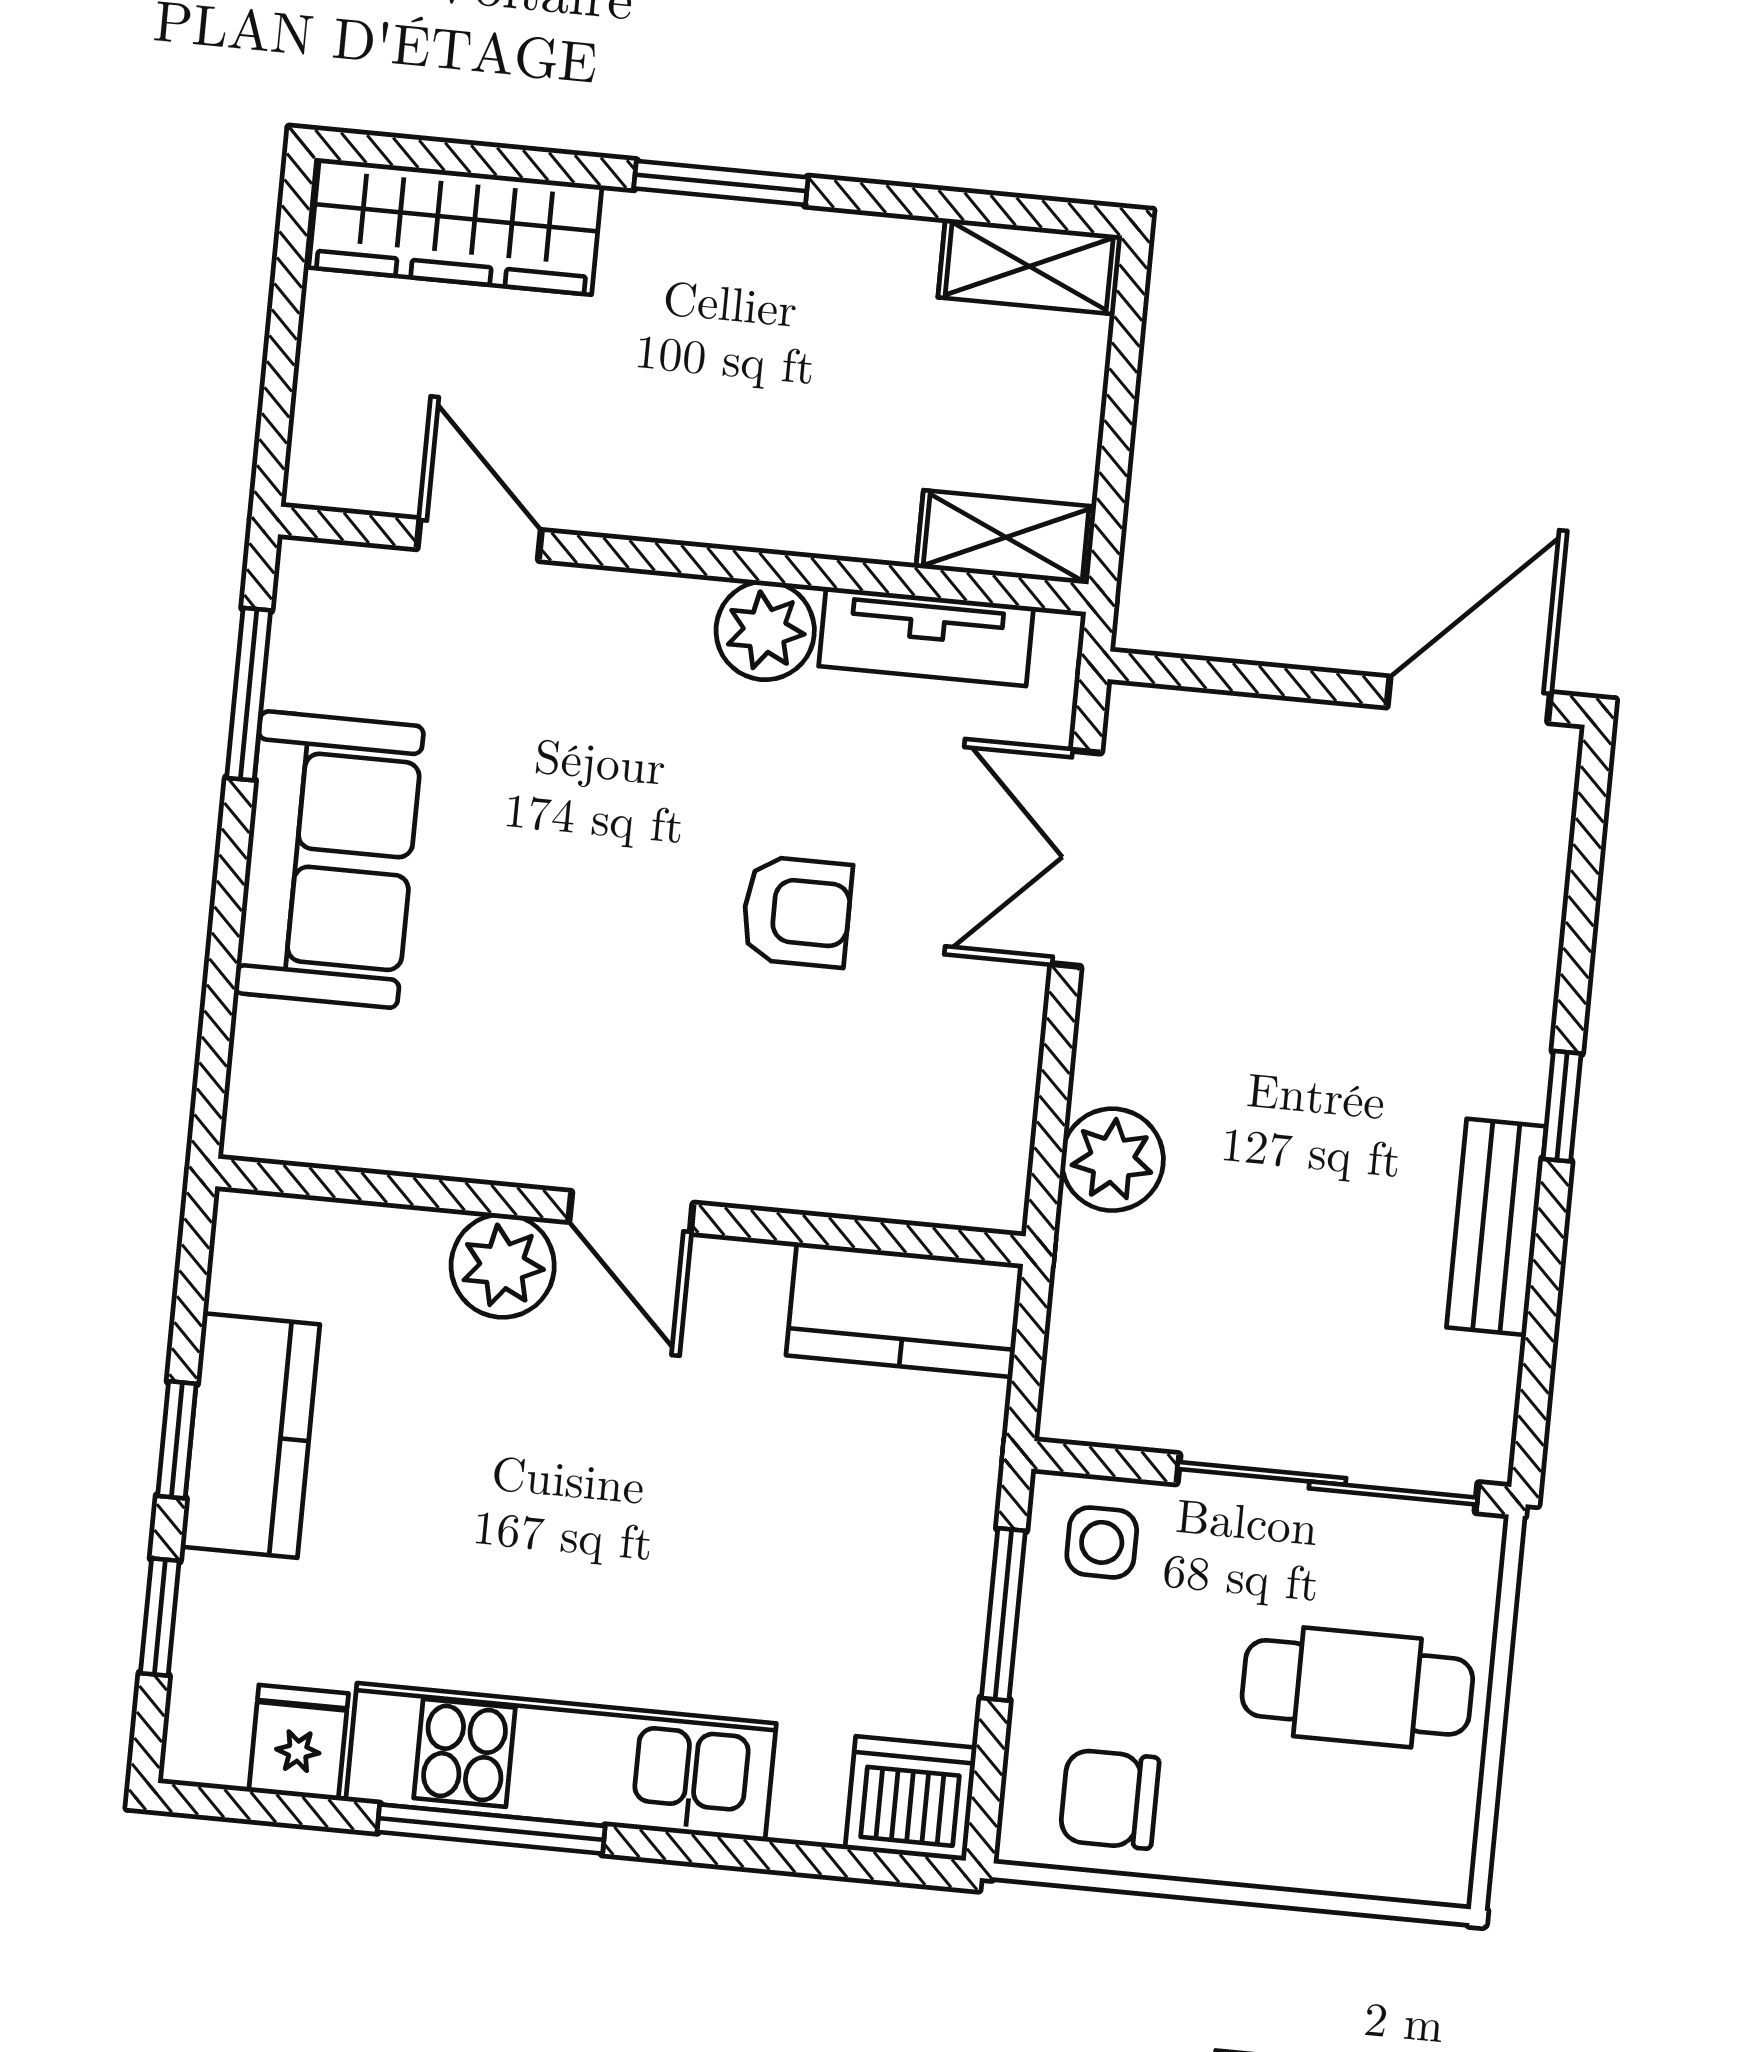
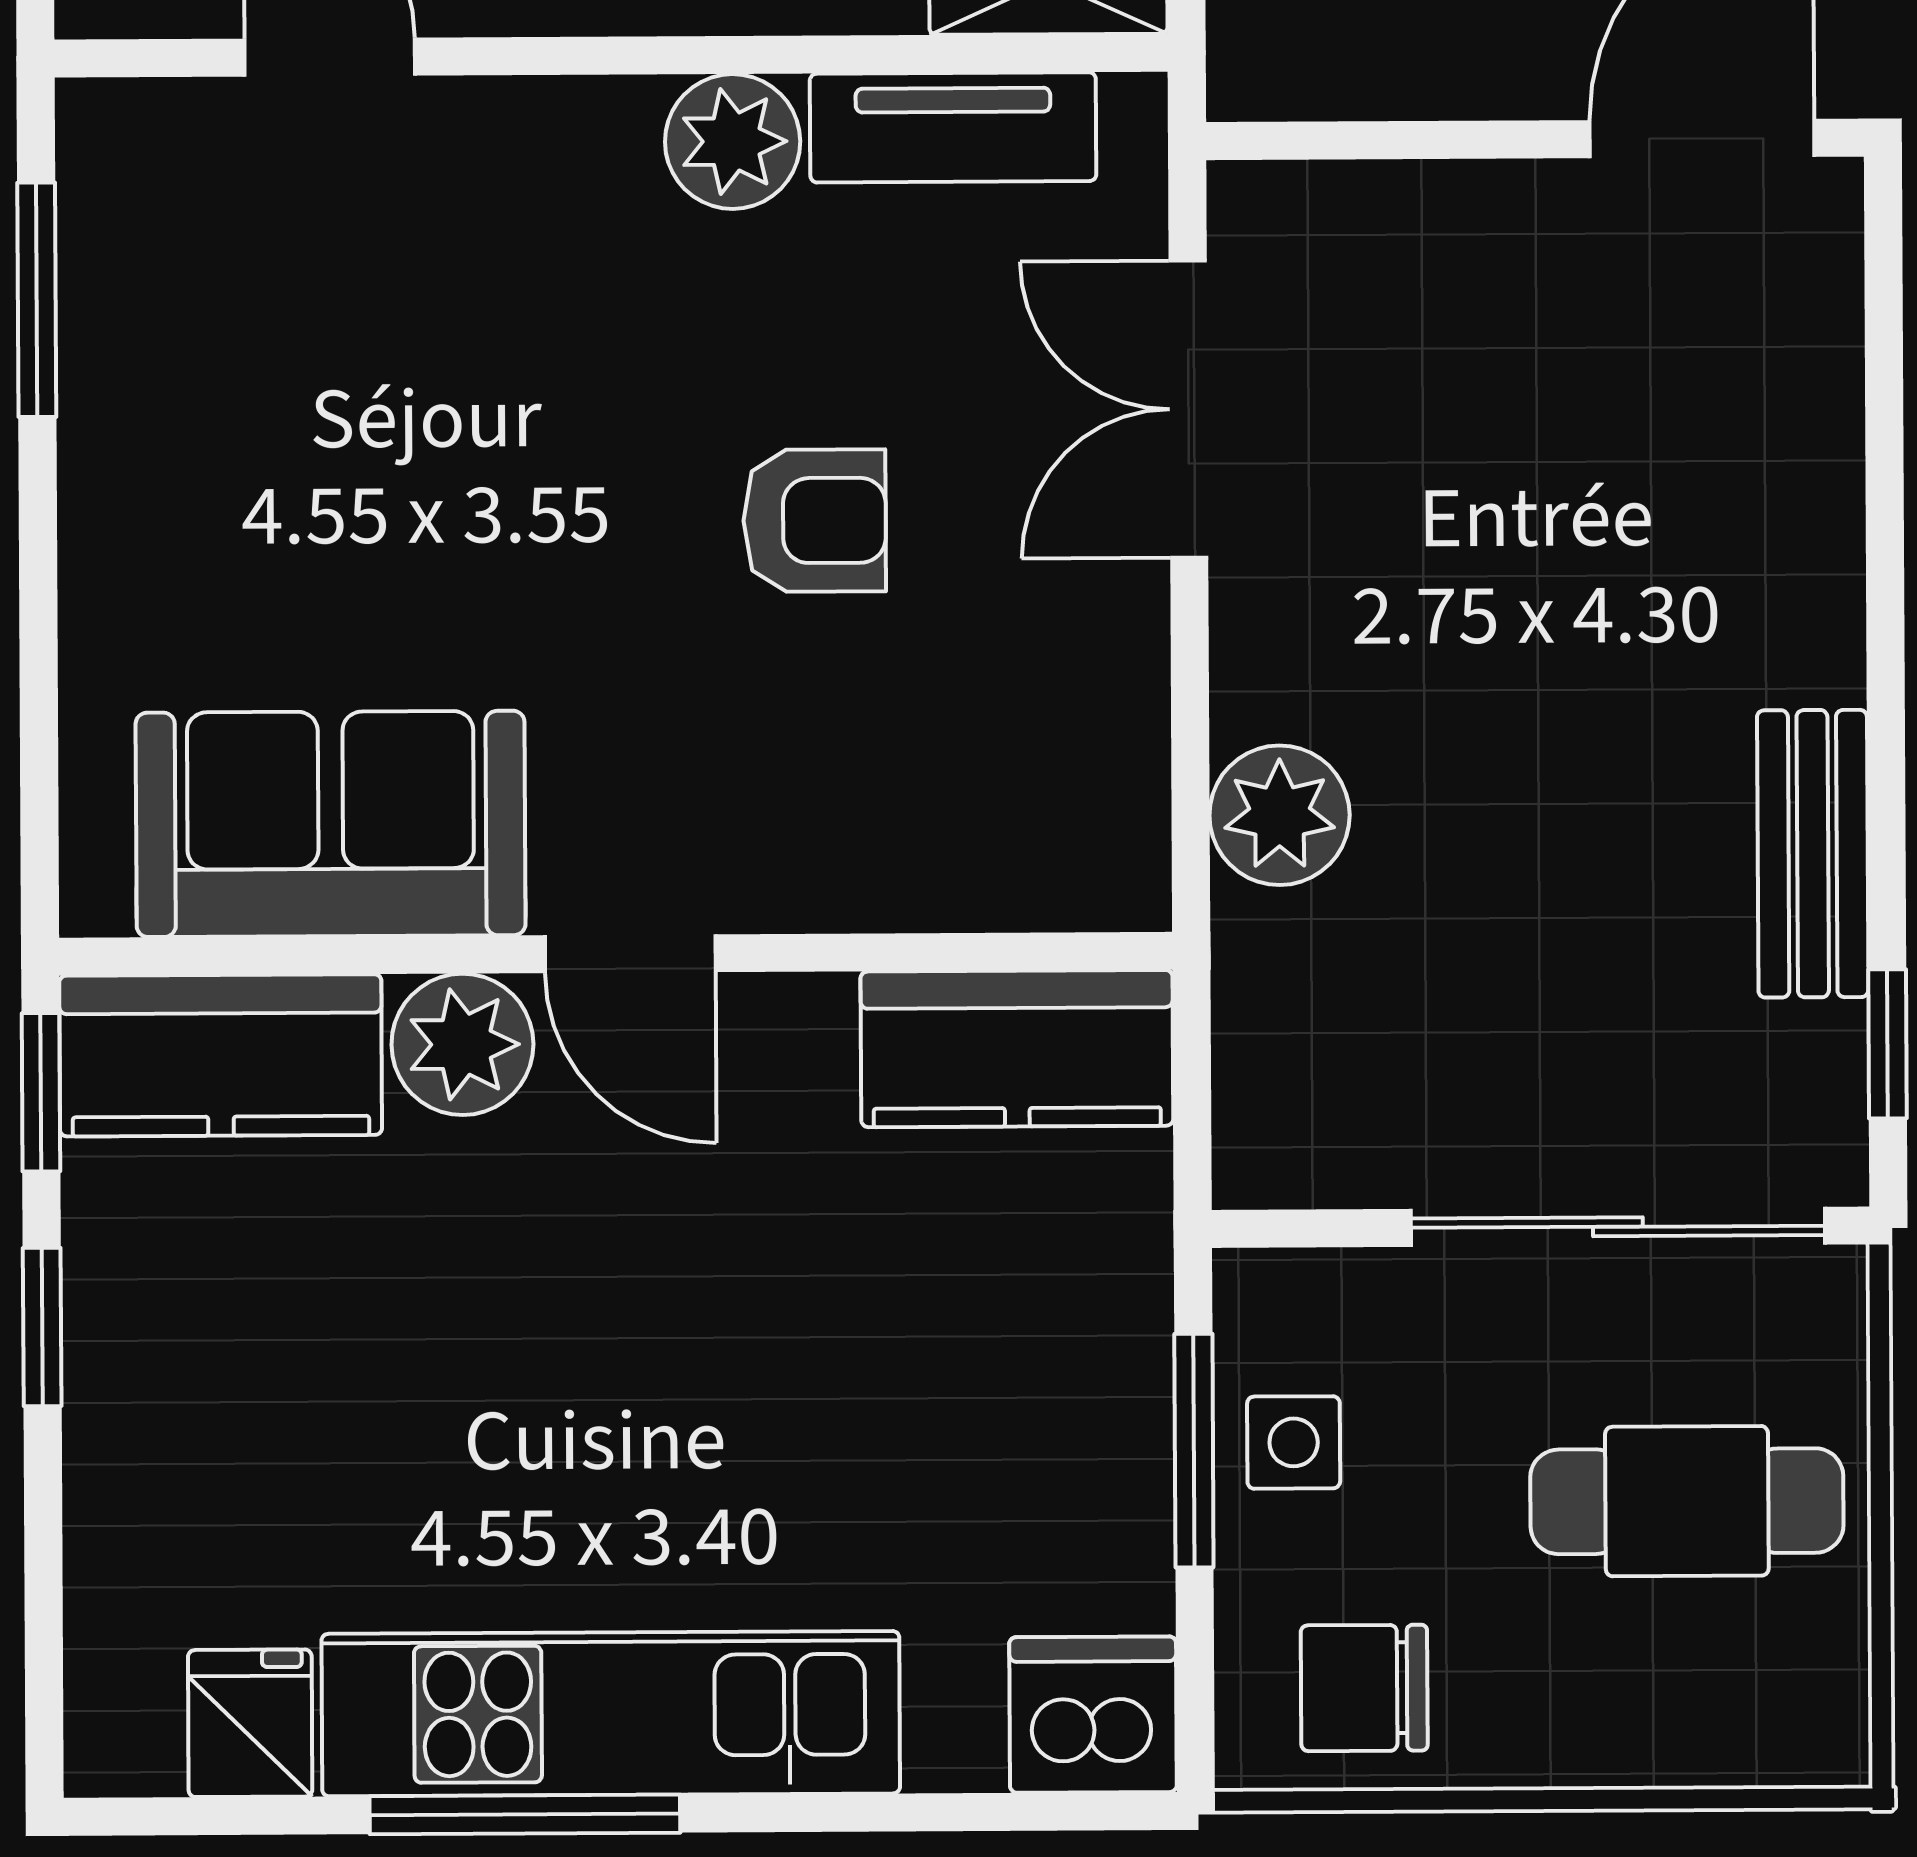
sofa: (329, 860) -> (331, 824), moved, turned -90
window: (1562, 1106) -> (1888, 1044), moved
kitchen counter: (250, 1435) -> (221, 1055), moved, turned 90
side table: (1102, 1542) -> (1294, 1442), moved
window: (160, 1617) -> (41, 1092), moved

